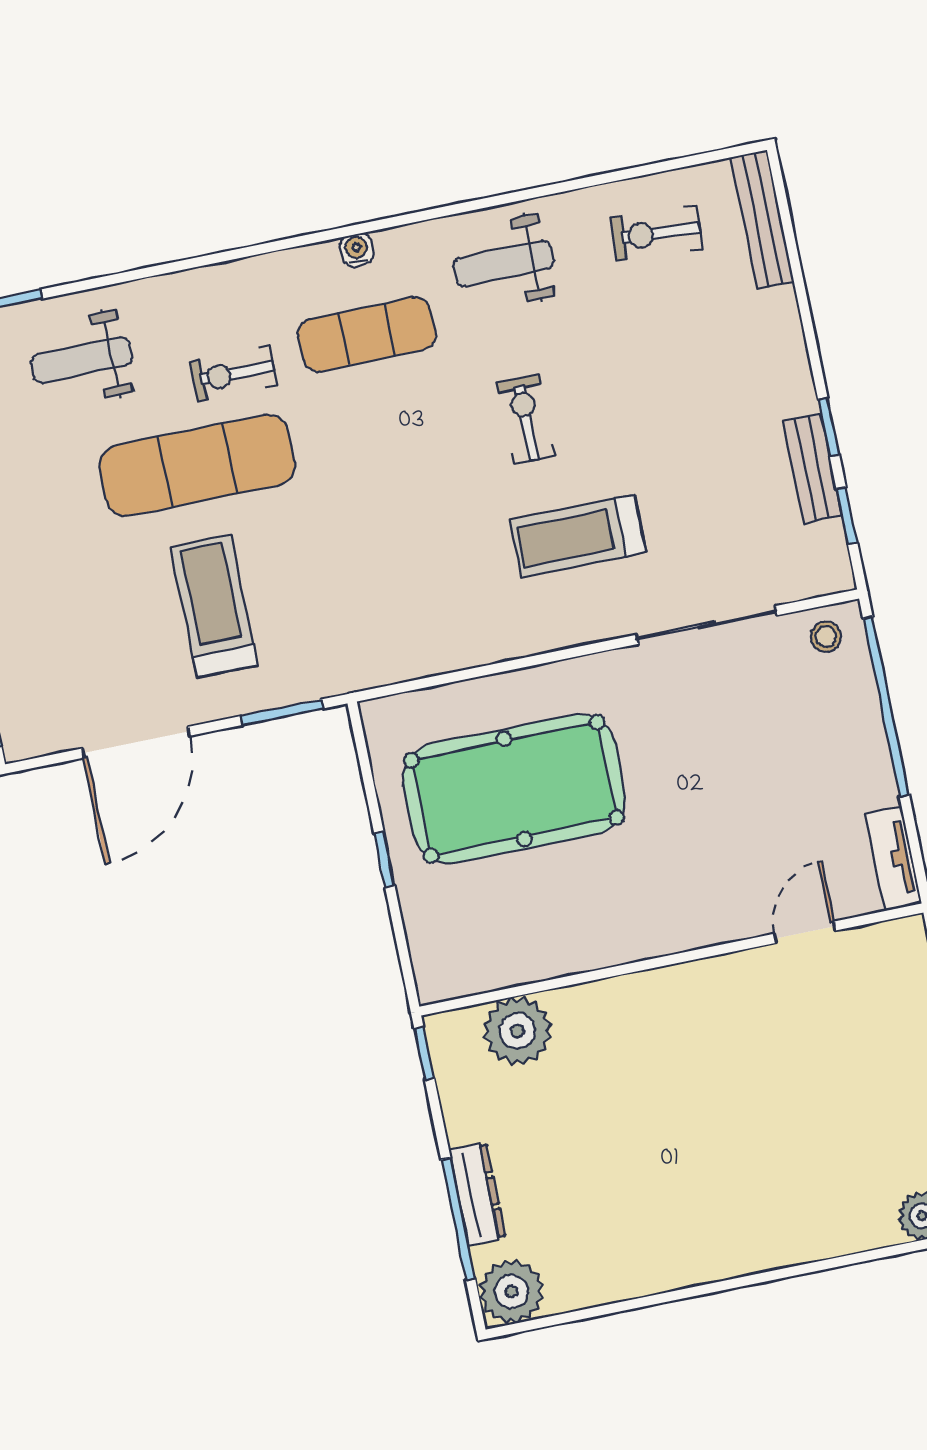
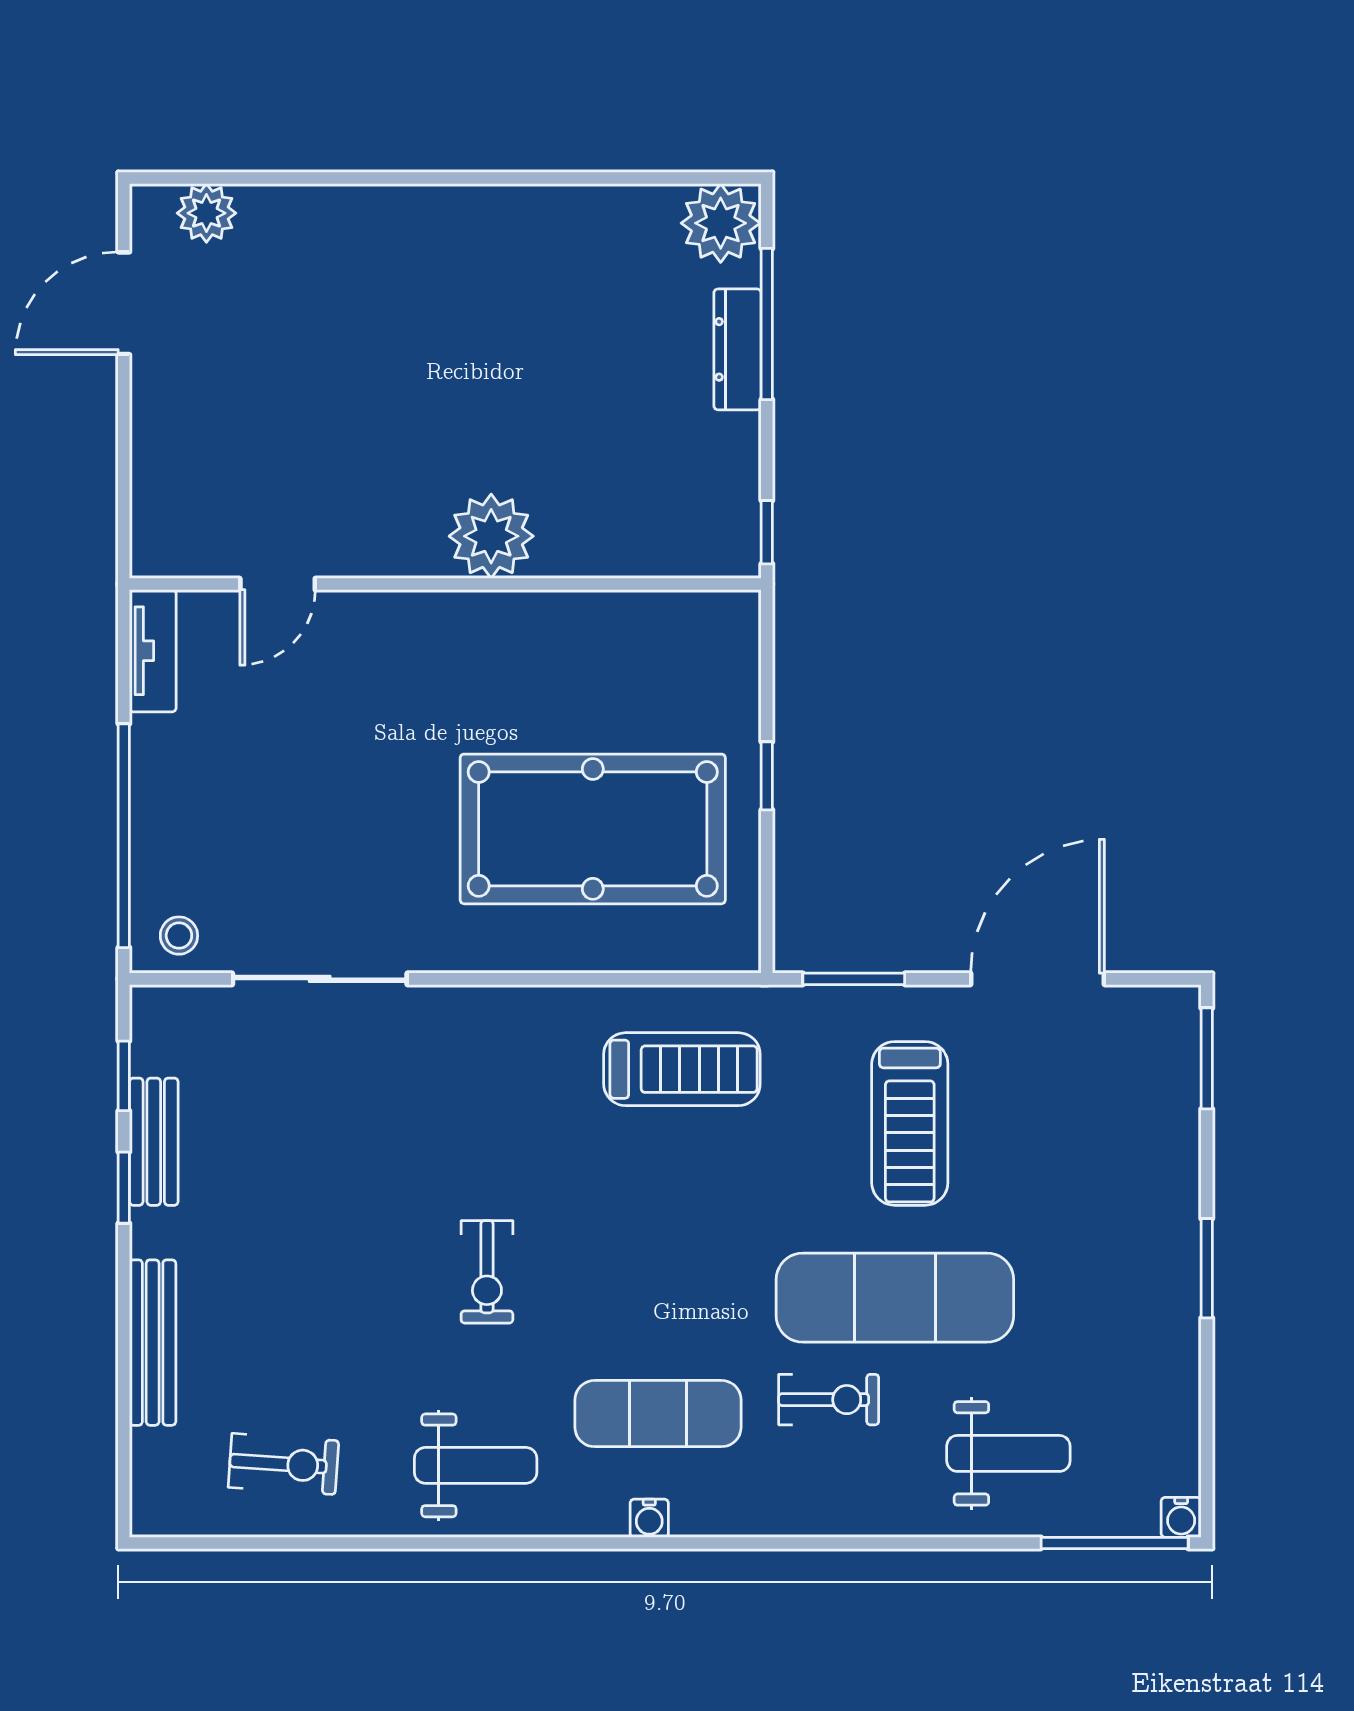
bench: (762, 219) -> (153, 1343), moved
treadmill: (578, 536) -> (682, 1069), moved
plant: (517, 1031) -> (491, 536), moved

